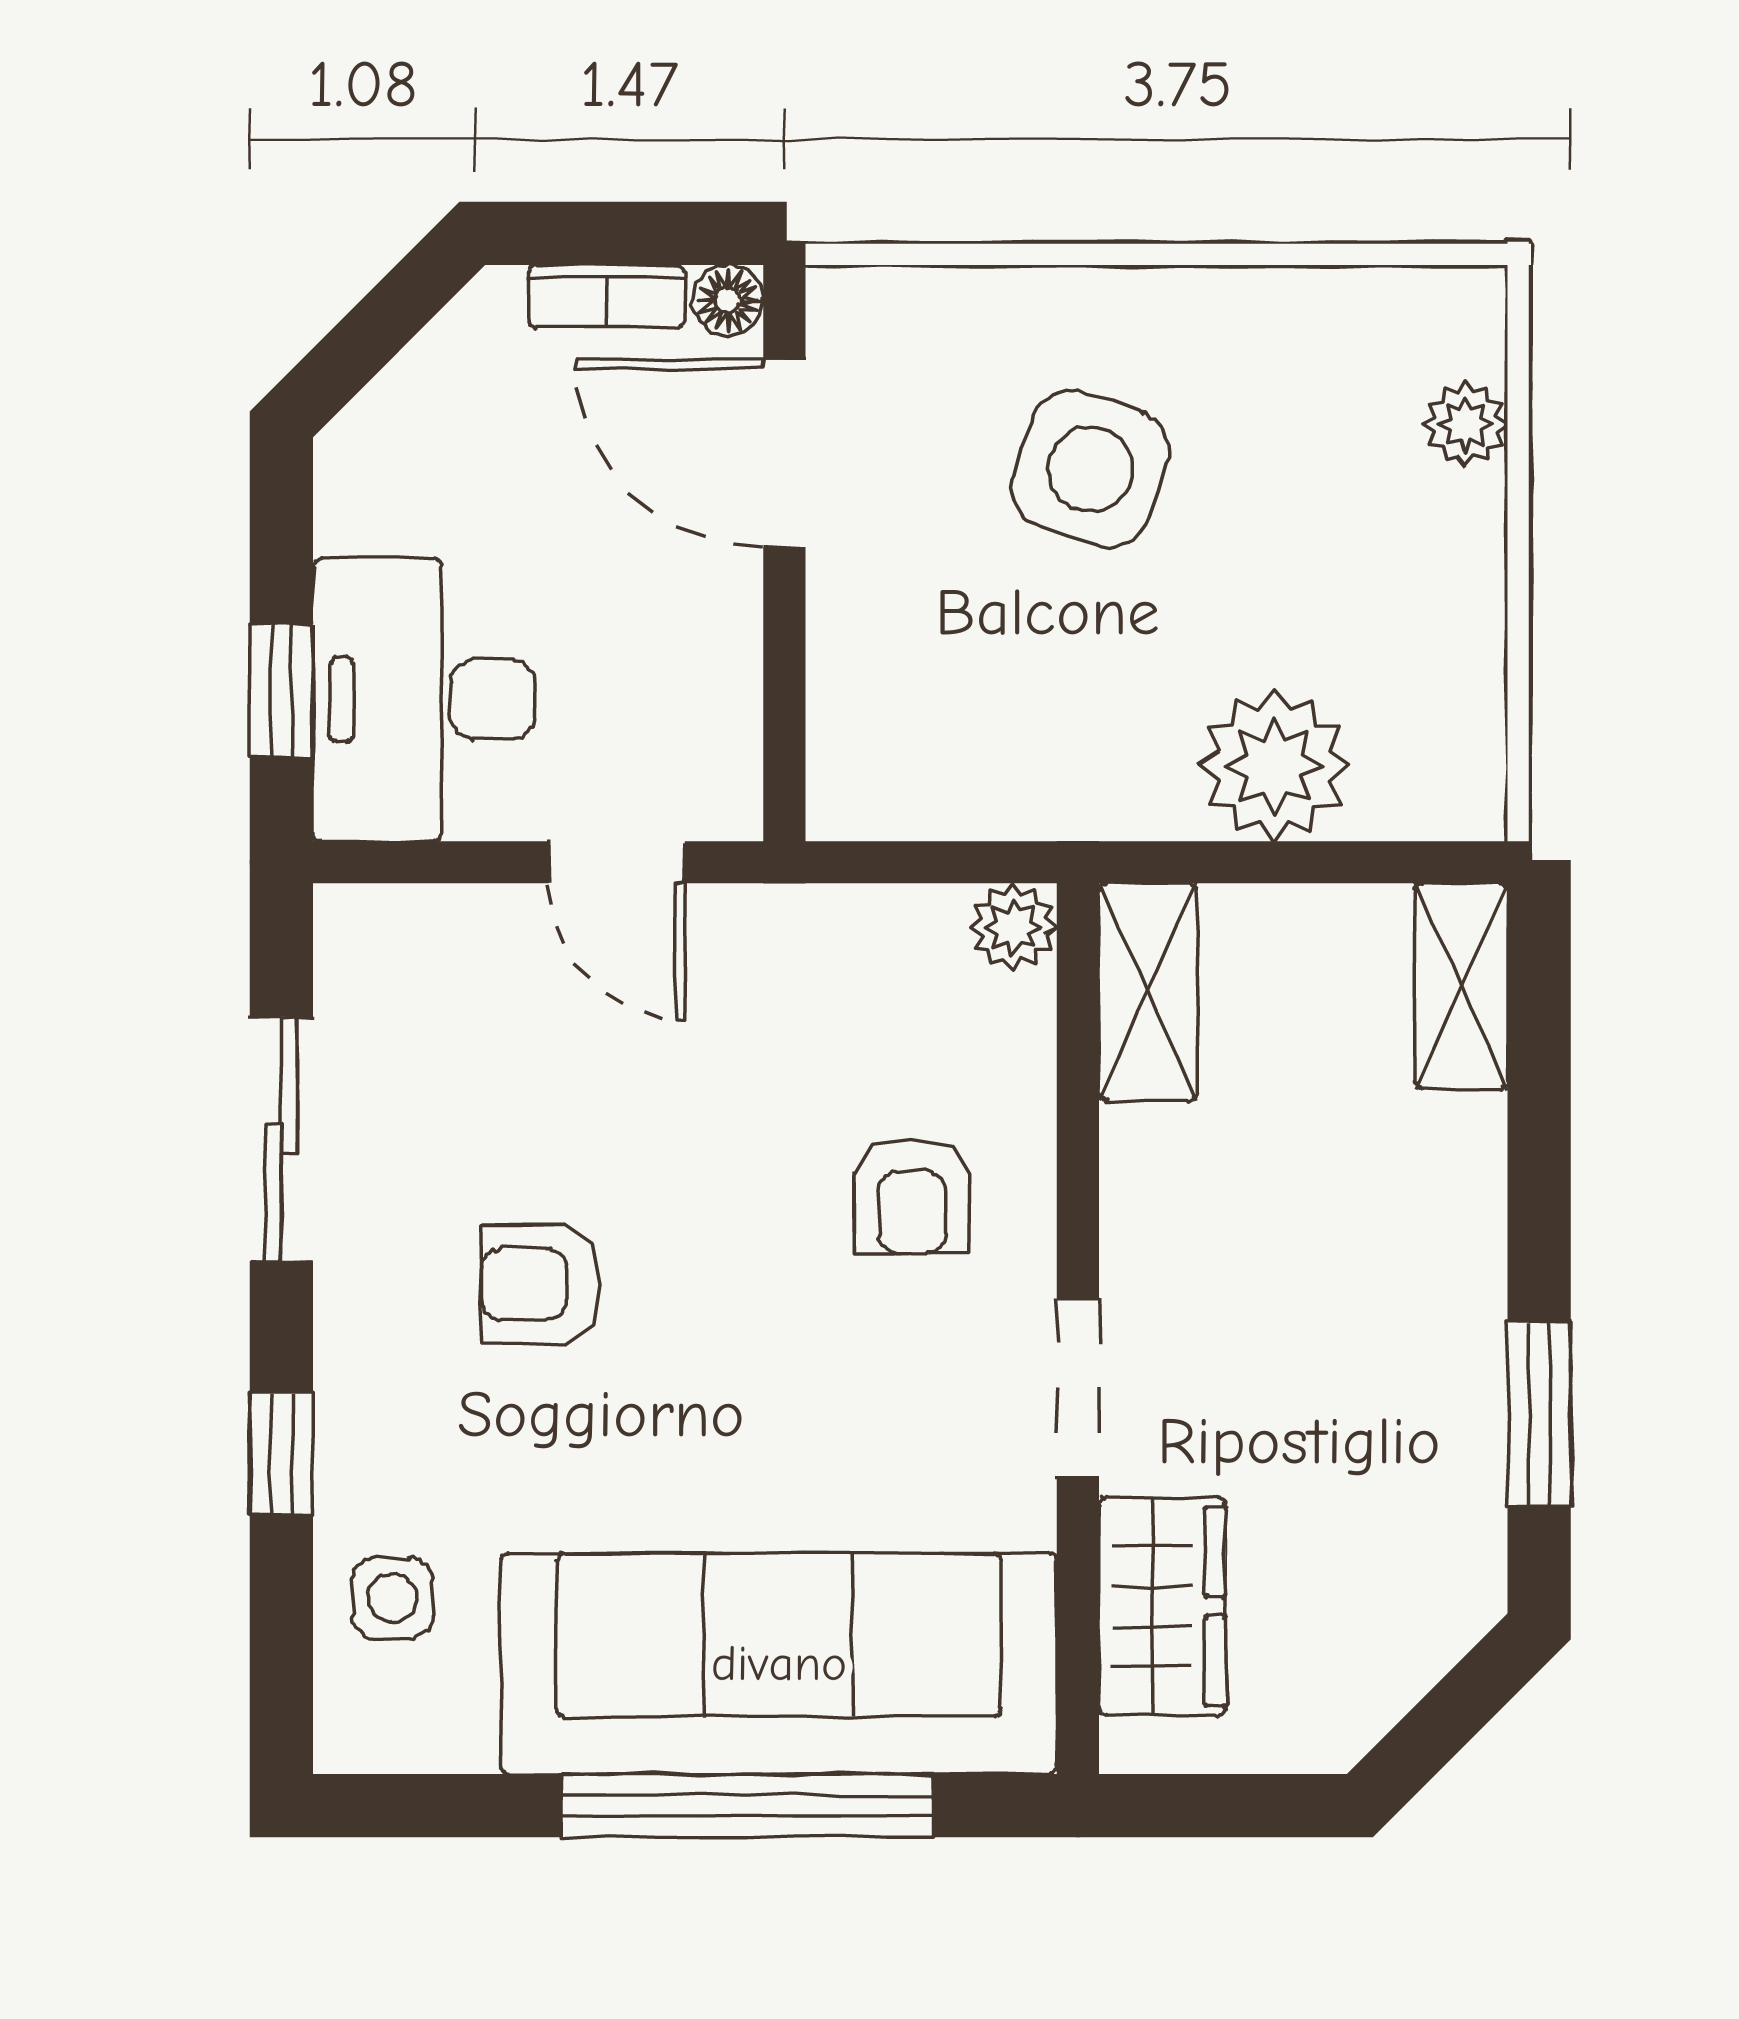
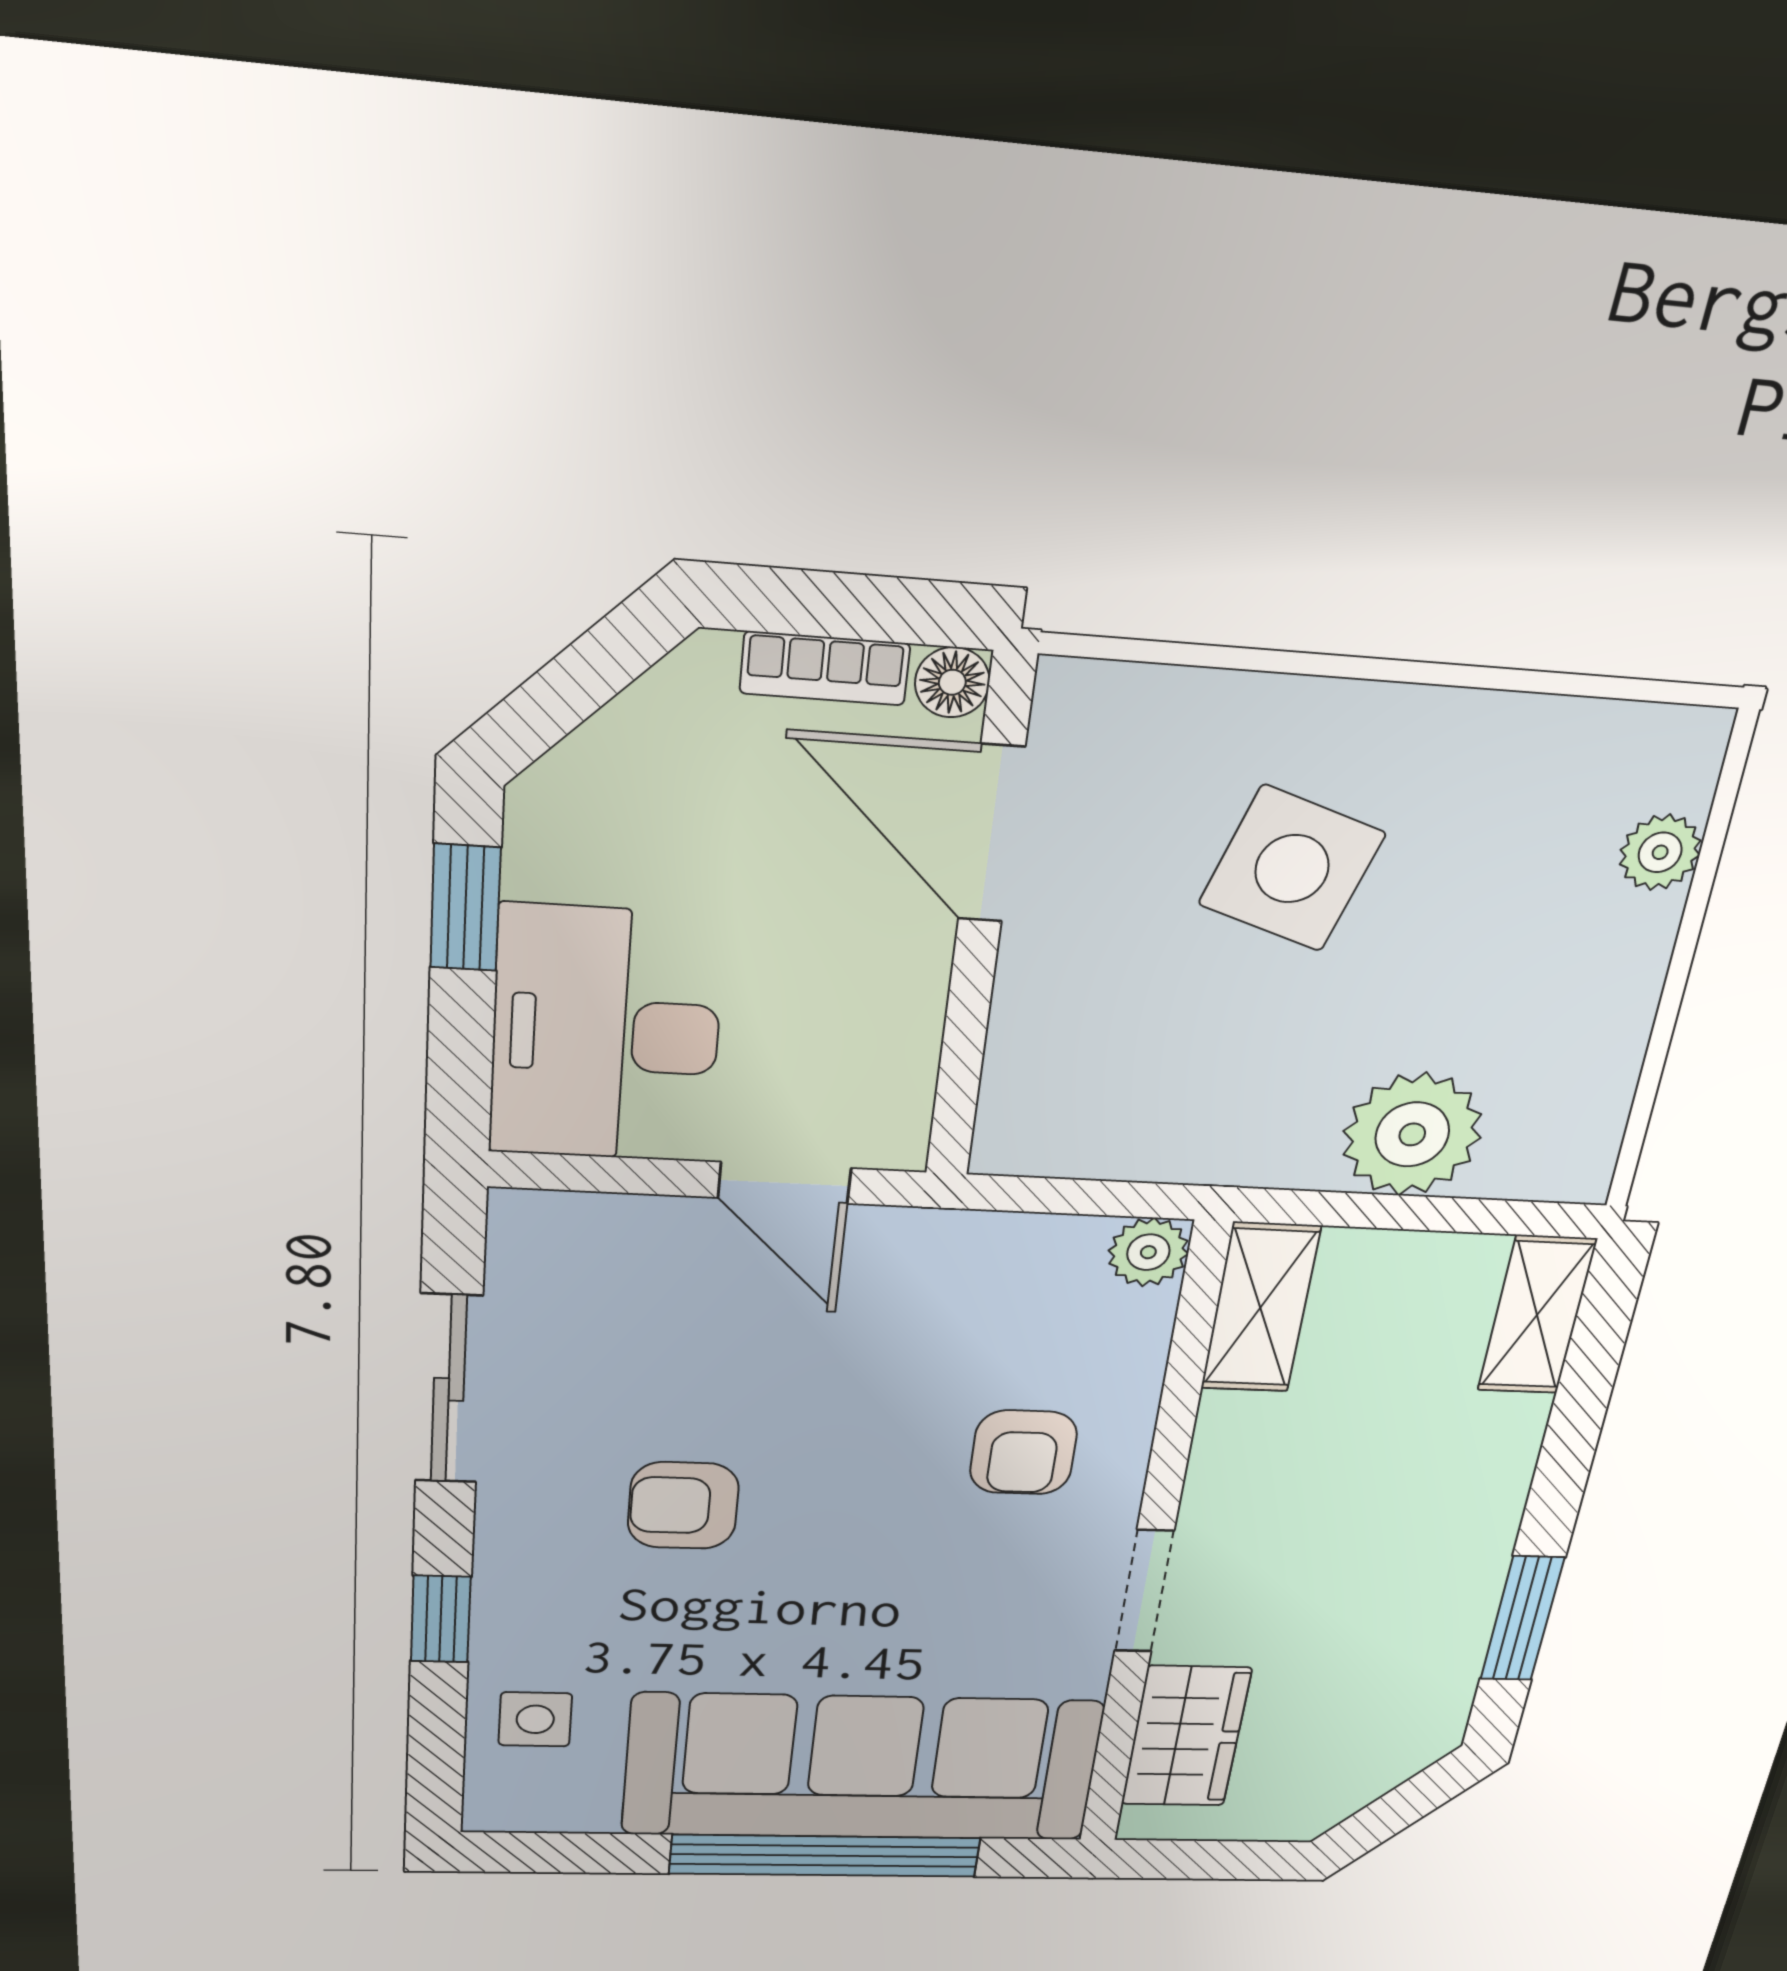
window: (281, 691) -> (465, 908), moved

